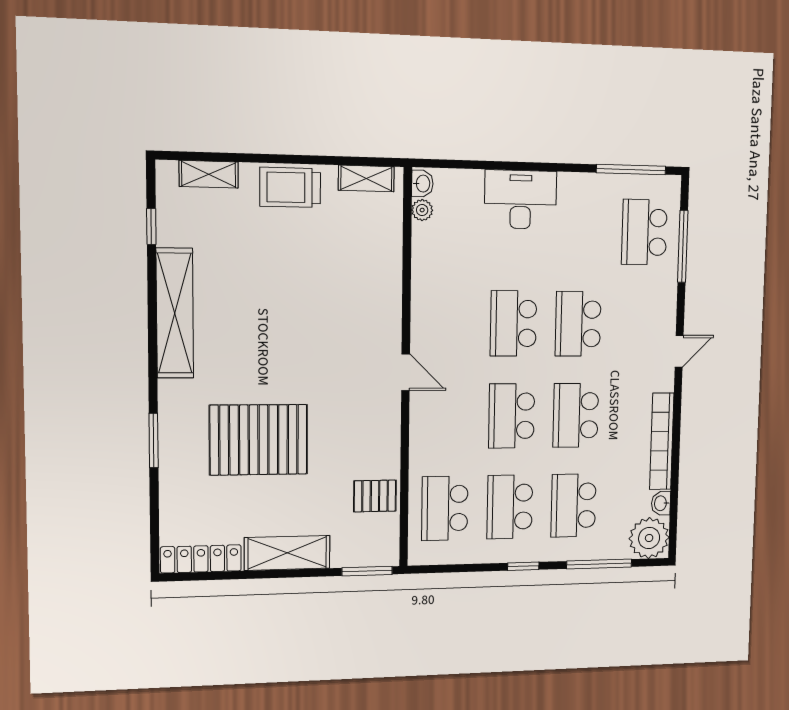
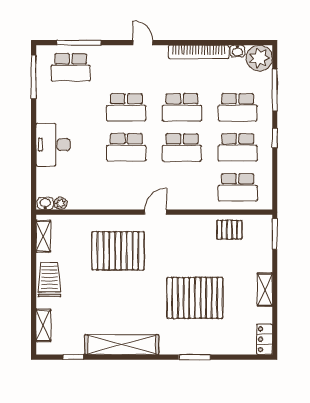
trolley: (290, 187) -> (50, 280), turned 180
pallet: (340, 308) -> (118, 251), added
pallet: (259, 440) -> (195, 298), turned 90
pallet: (375, 496) -> (229, 230), turned 90
shelving: (287, 553) -> (265, 290), width x0.67, depth x0.75
locker: (201, 559) -> (264, 339), width x0.66

